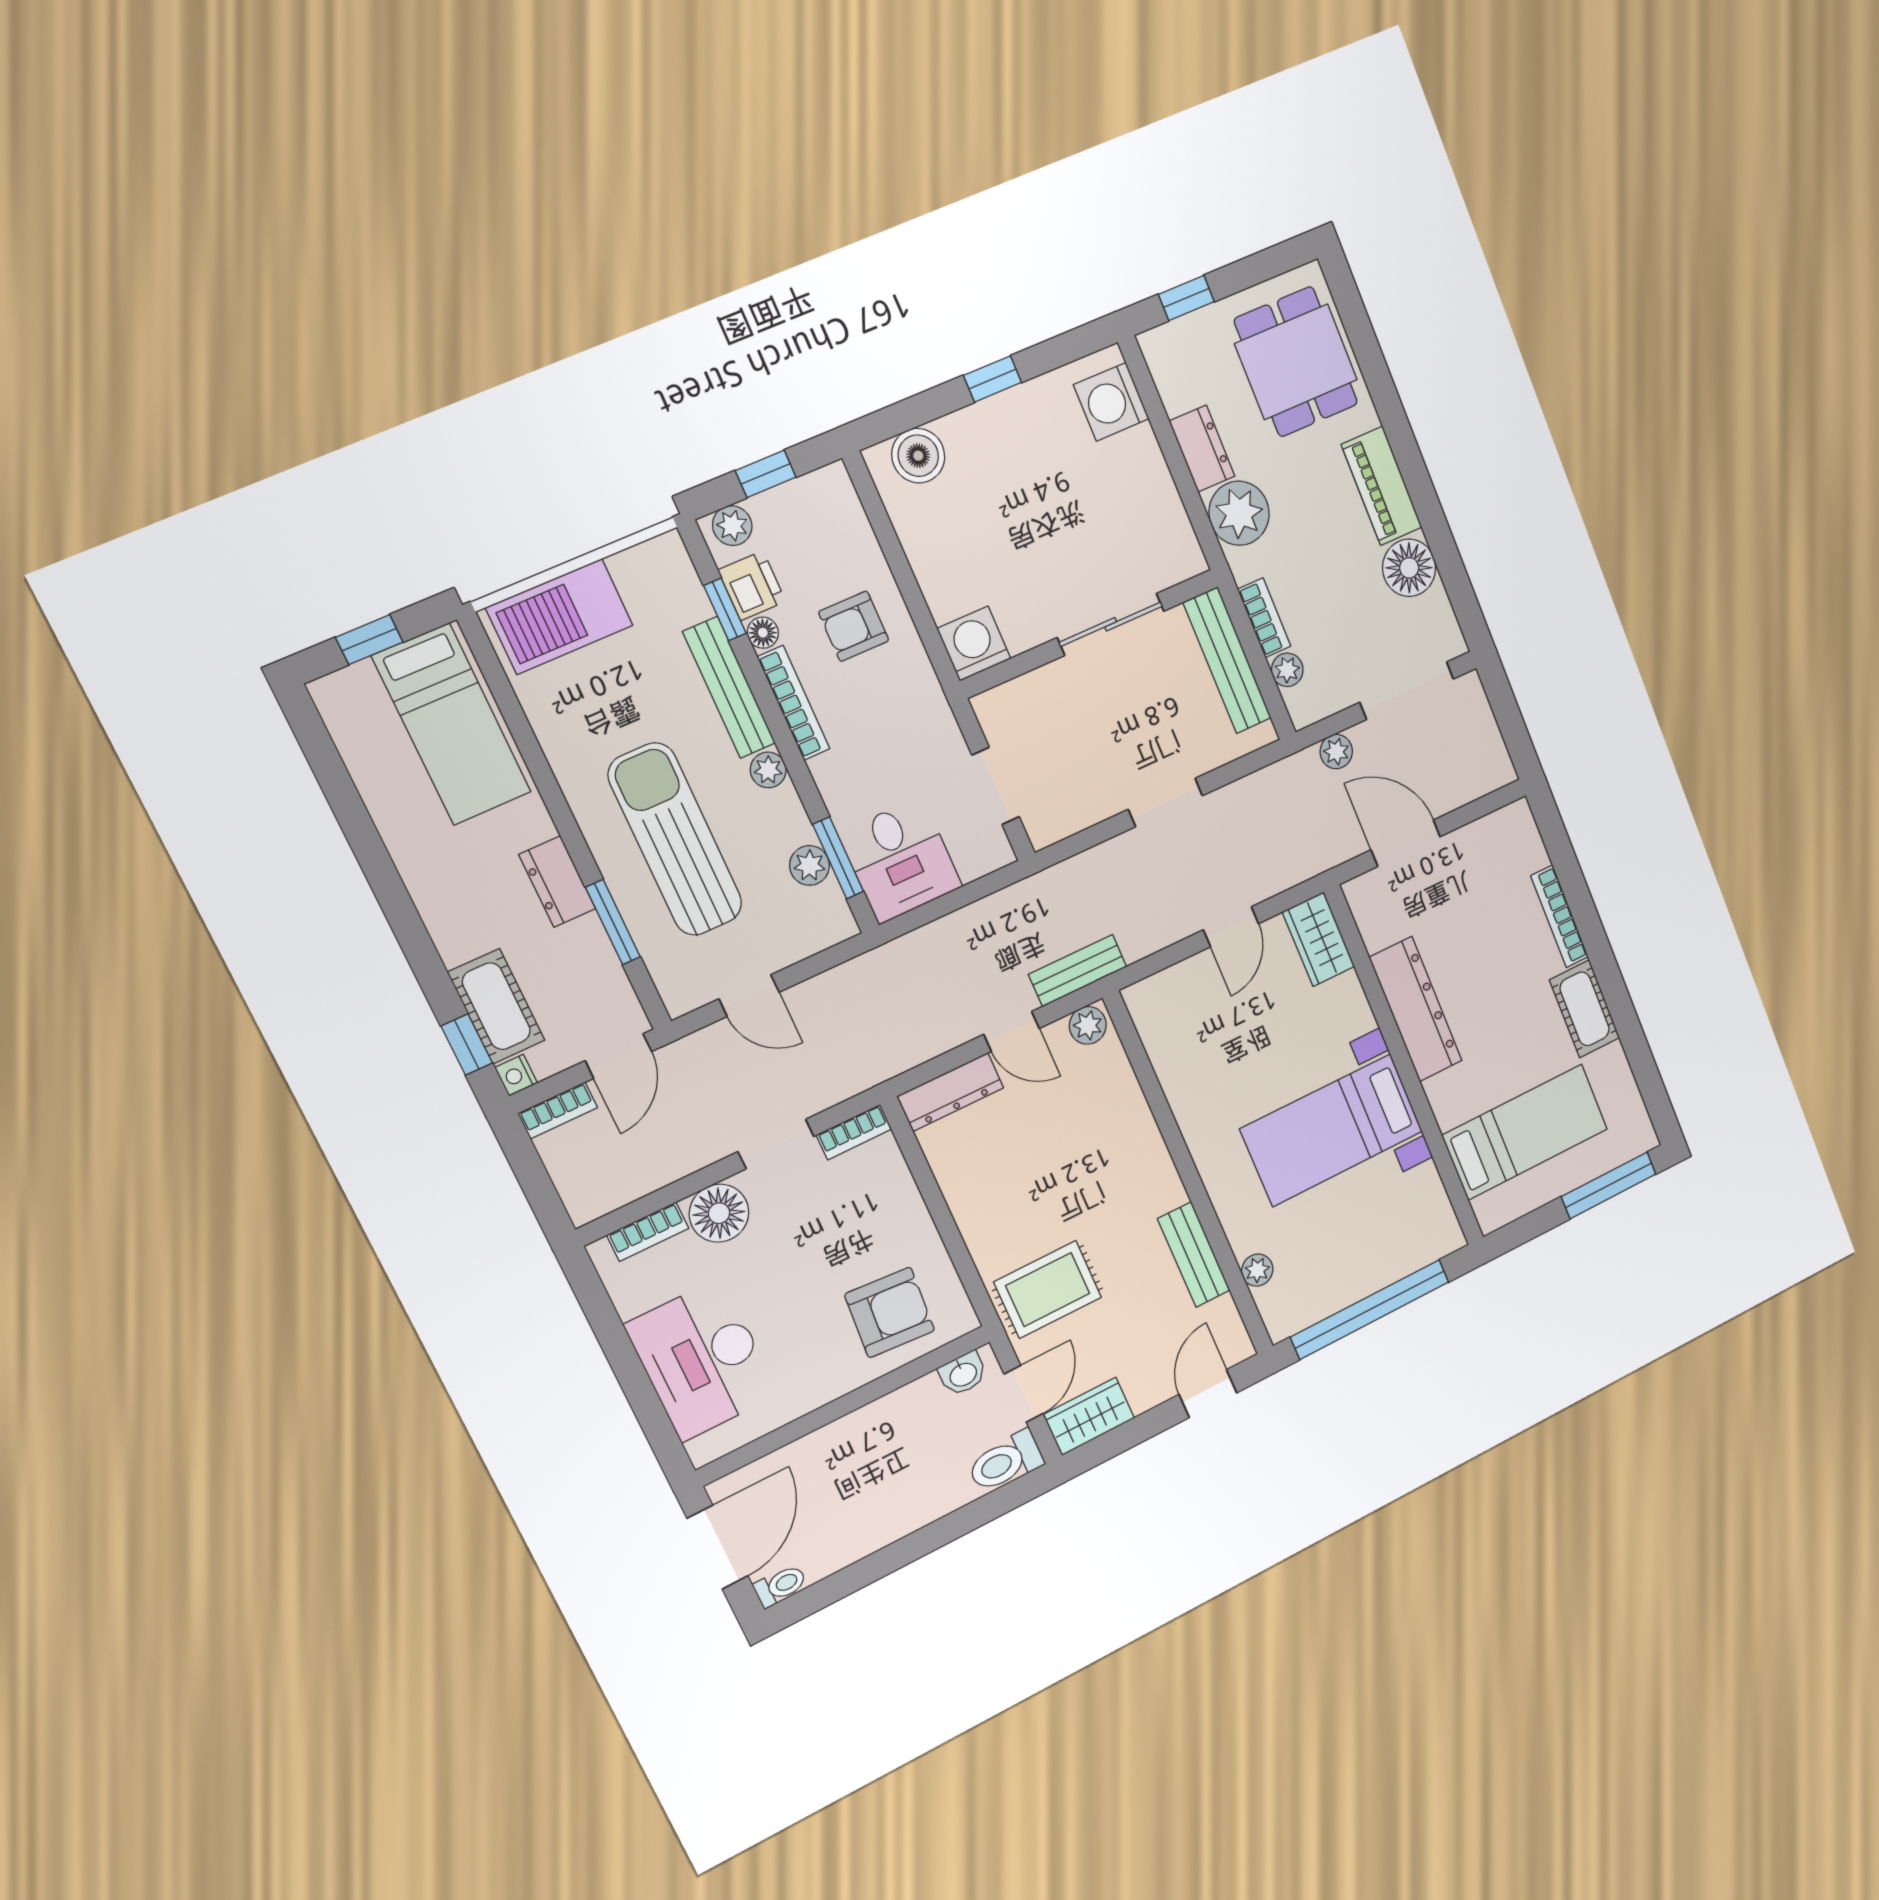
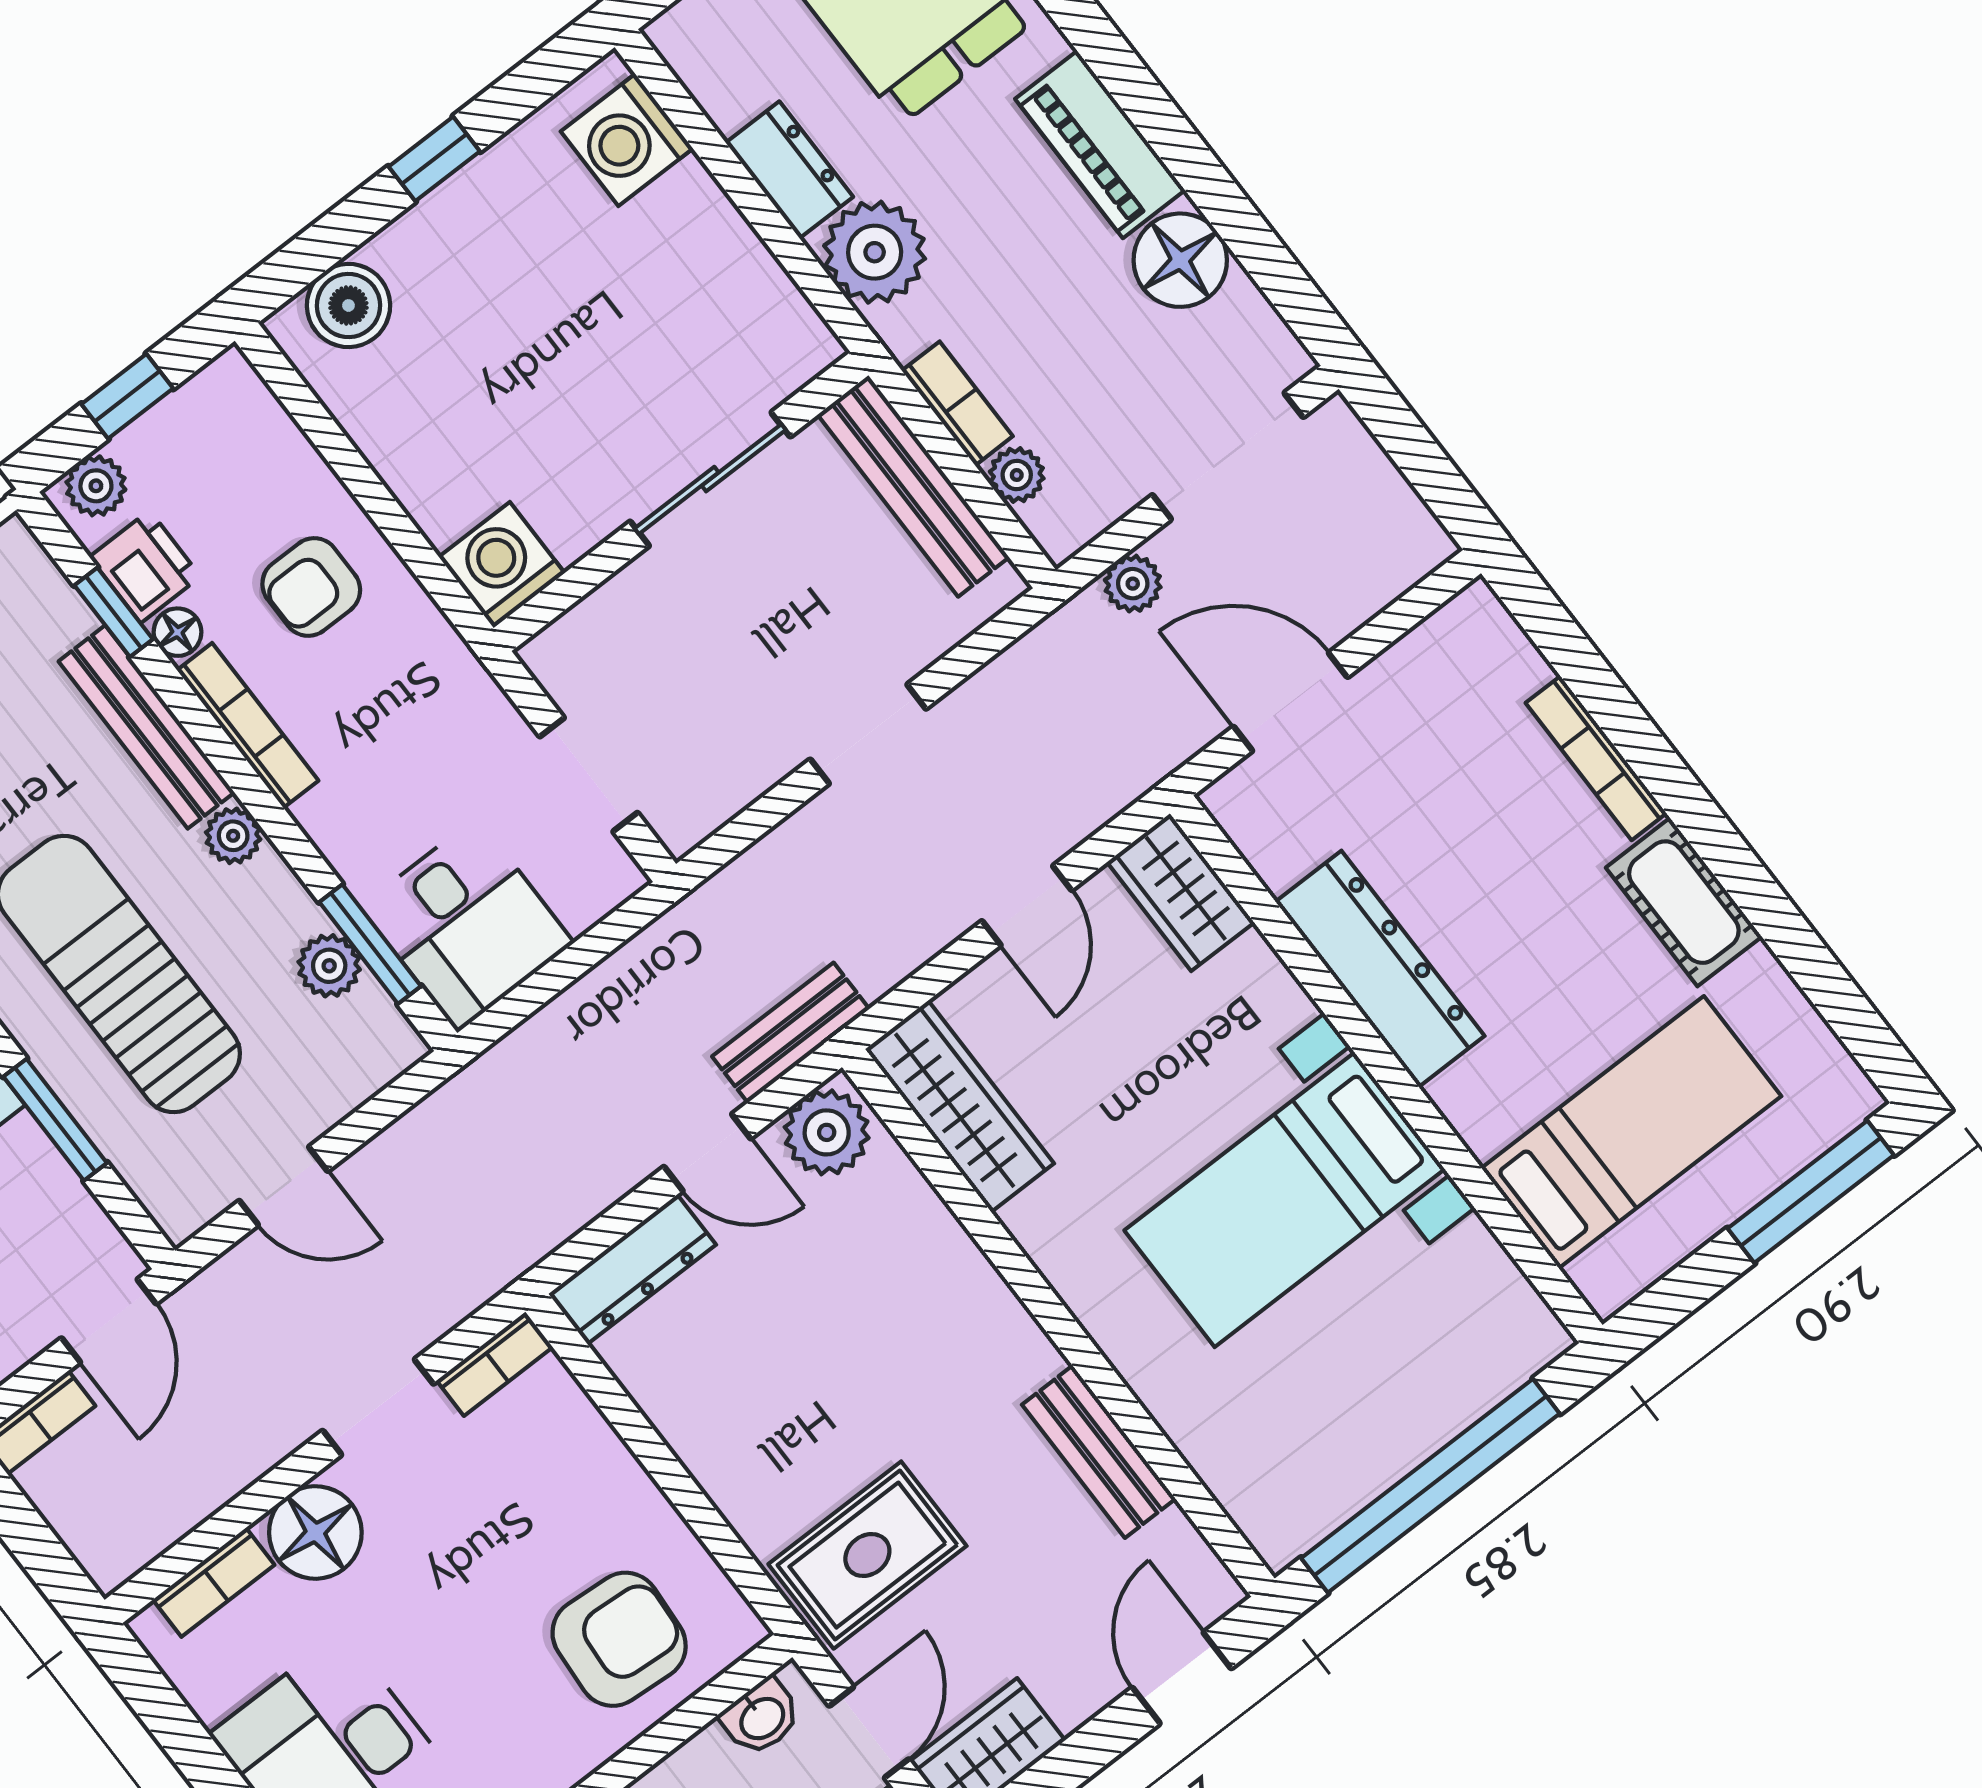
plant: (1088, 1025) -> (827, 1132), width x1.38, depth x1.38
wardrobe: (1164, 1036) -> (960, 1106), added
plant: (1257, 1270) -> (1215, 1457), removed

